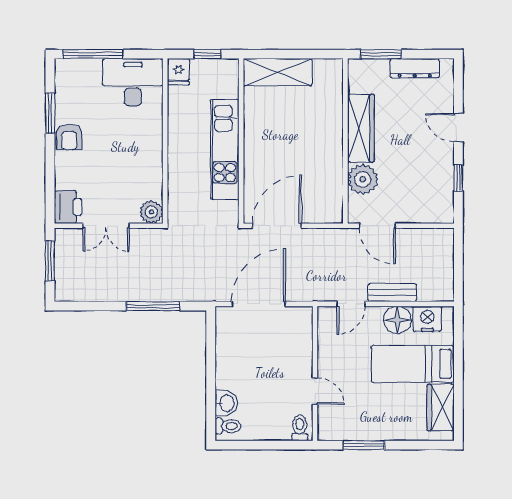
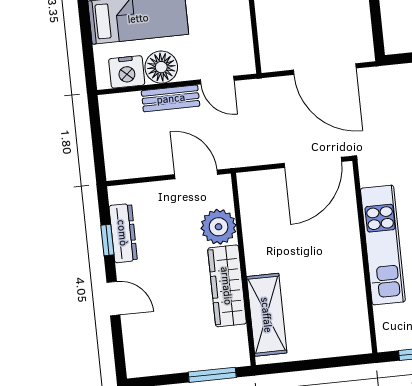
dresser: (415, 68) -> (123, 233), moved, turned 90
shelving: (278, 72) -> (267, 315), moved, turned 90
door: (259, 304) -> (325, 69), hinge flipped
door: (351, 304) -> (217, 80), swing flipped

